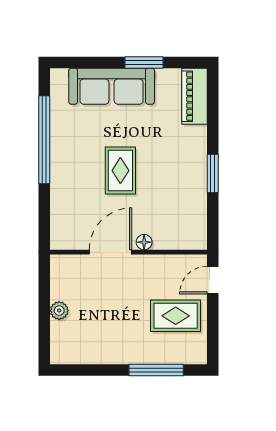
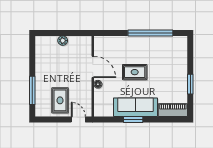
sofa: (112, 86) -> (135, 107), moved, turned 90

